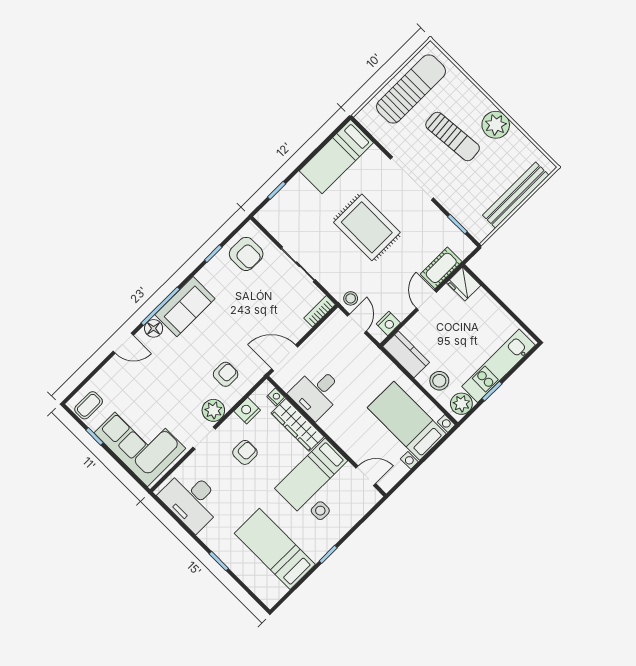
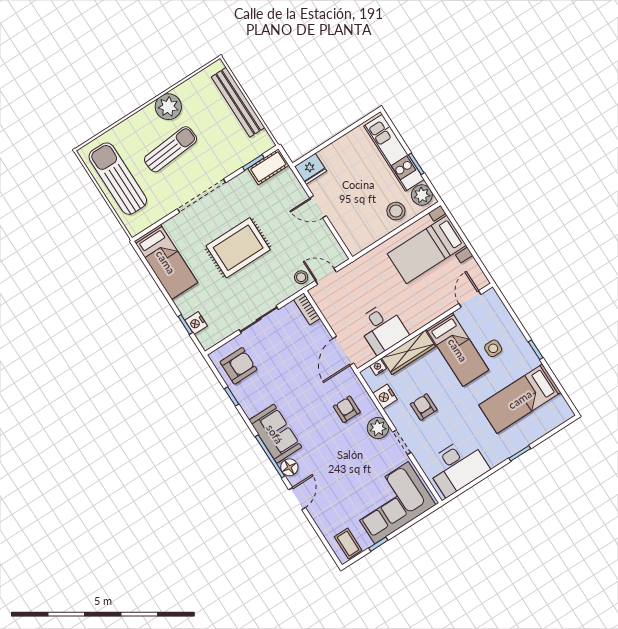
cot: (441, 268) -> (268, 167), moved, turned 90
nightstand: (388, 323) -> (196, 323), moved, turned 180
kitchen counter: (406, 354) -> (365, 237), removed

